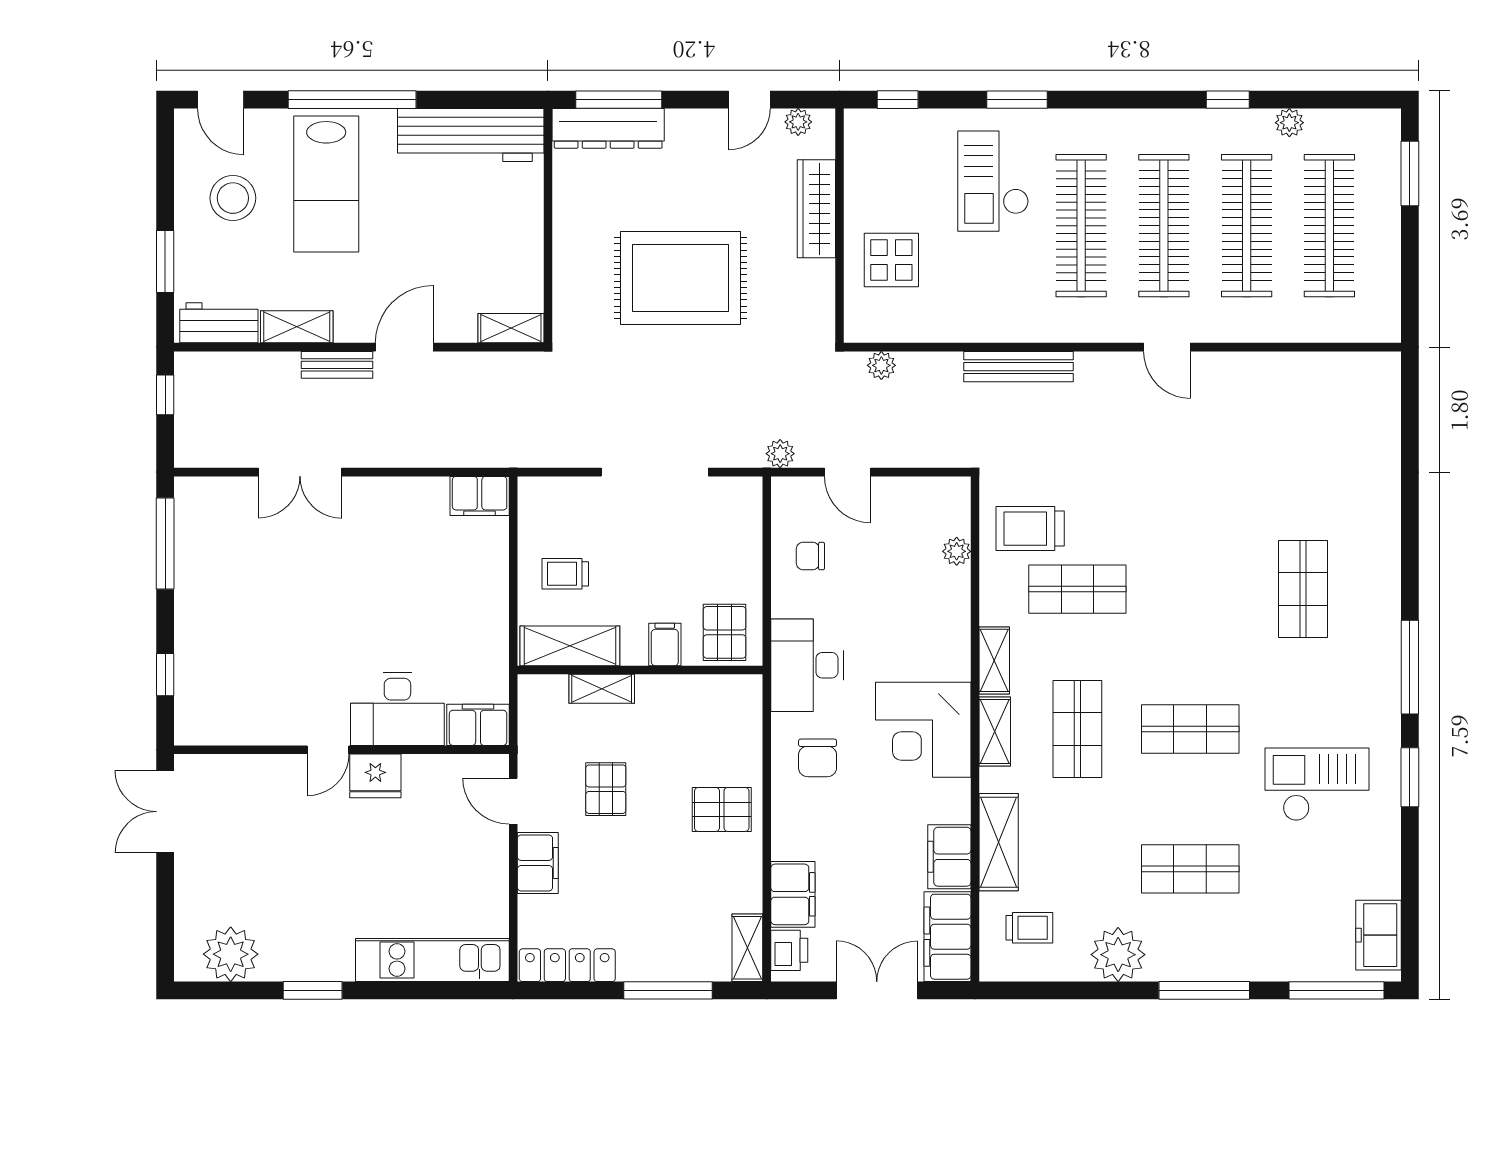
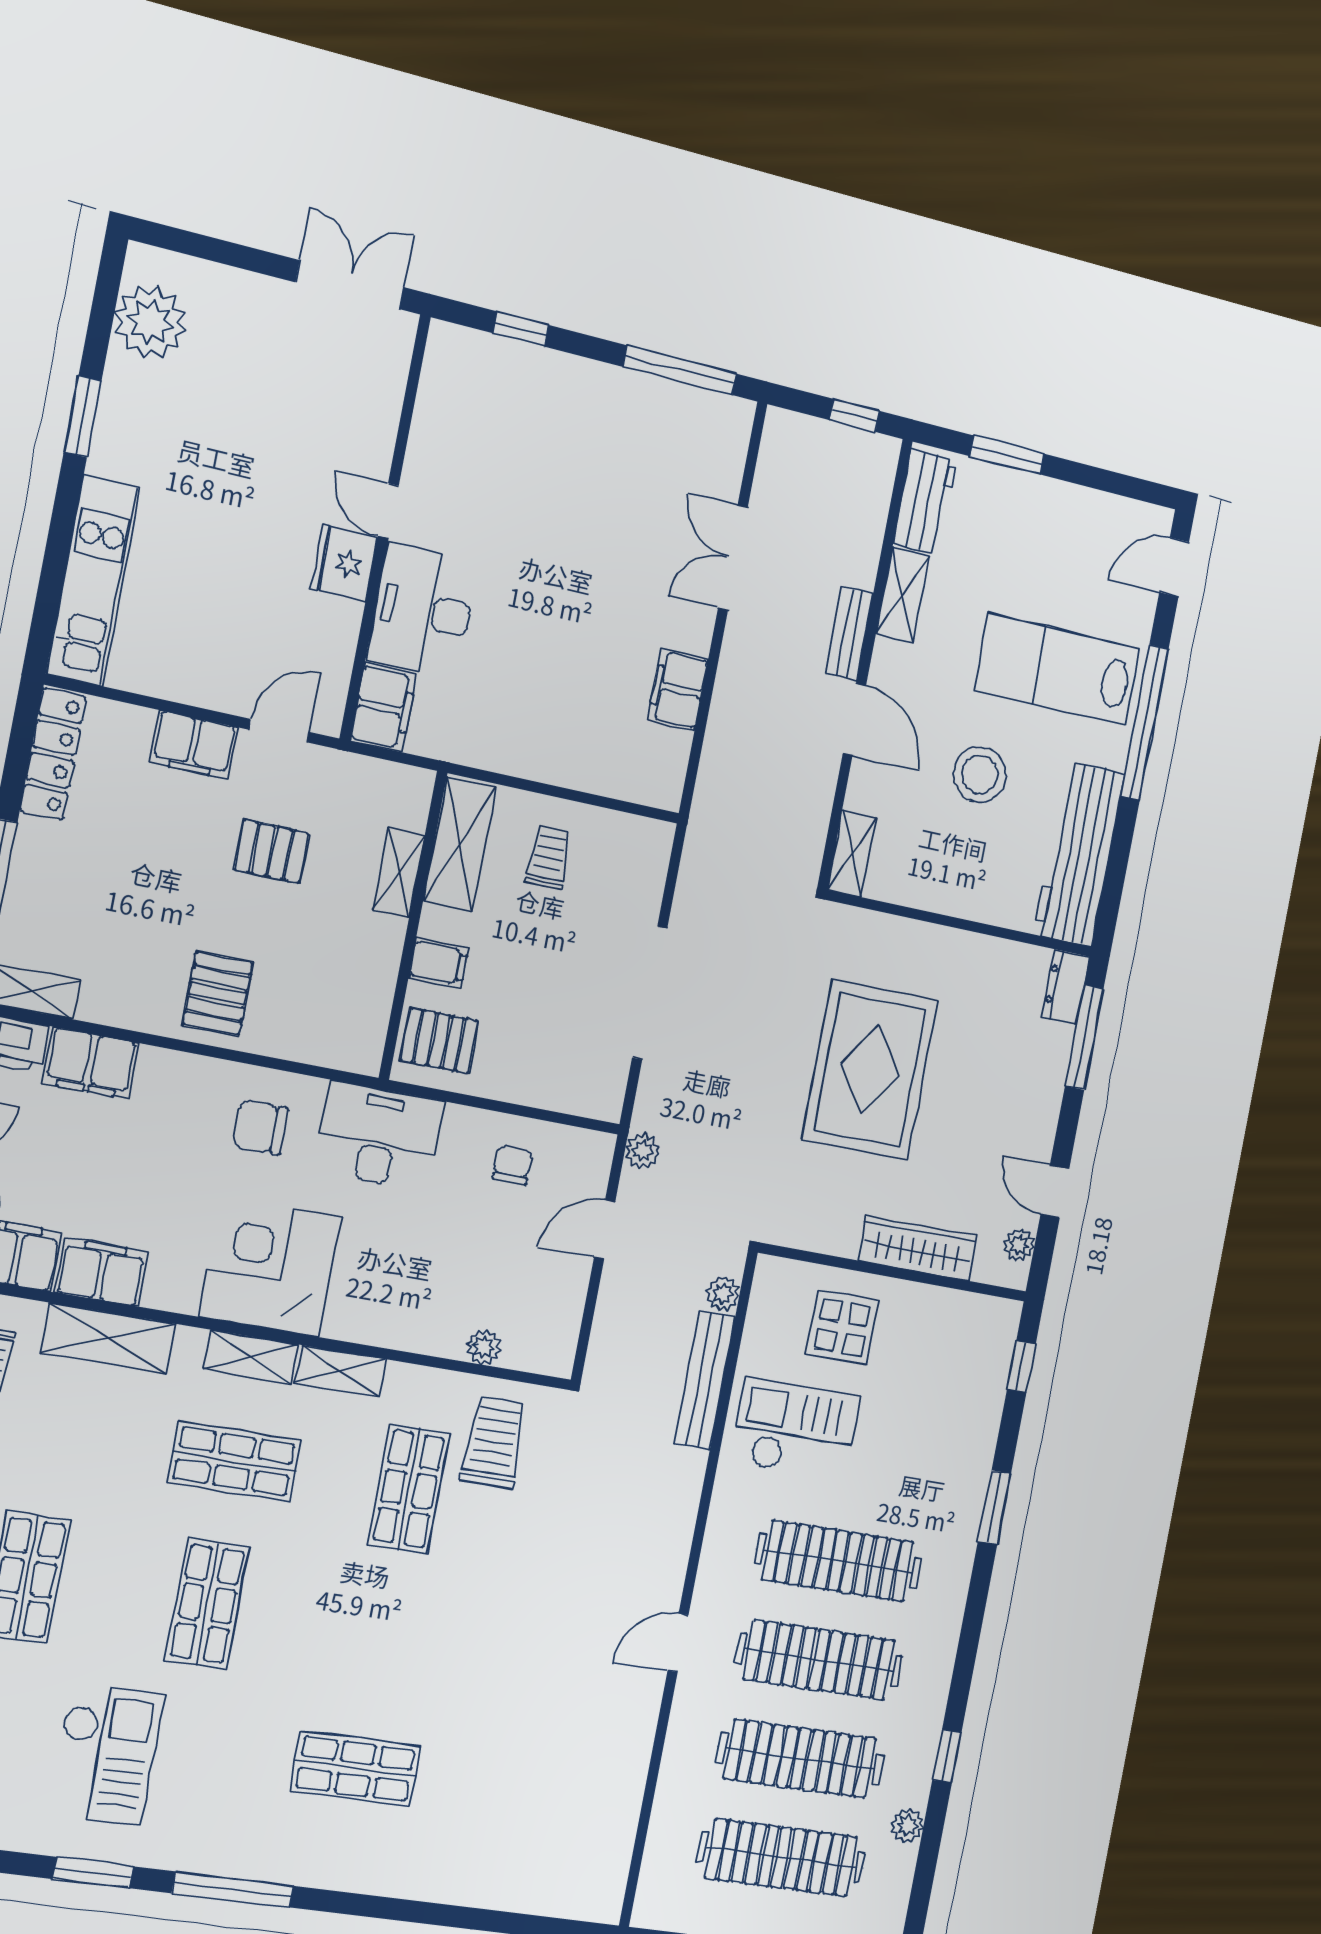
dresser: (608, 128) -> (1066, 987), width x0.51, depth x0.80
checkout: (993, 181) -> (795, 1429), moved
stool: (233, 198) -> (980, 775), moved
bench: (1018, 367) -> (705, 1380), moved
filing cabinet: (480, 496) -> (678, 689), moved

